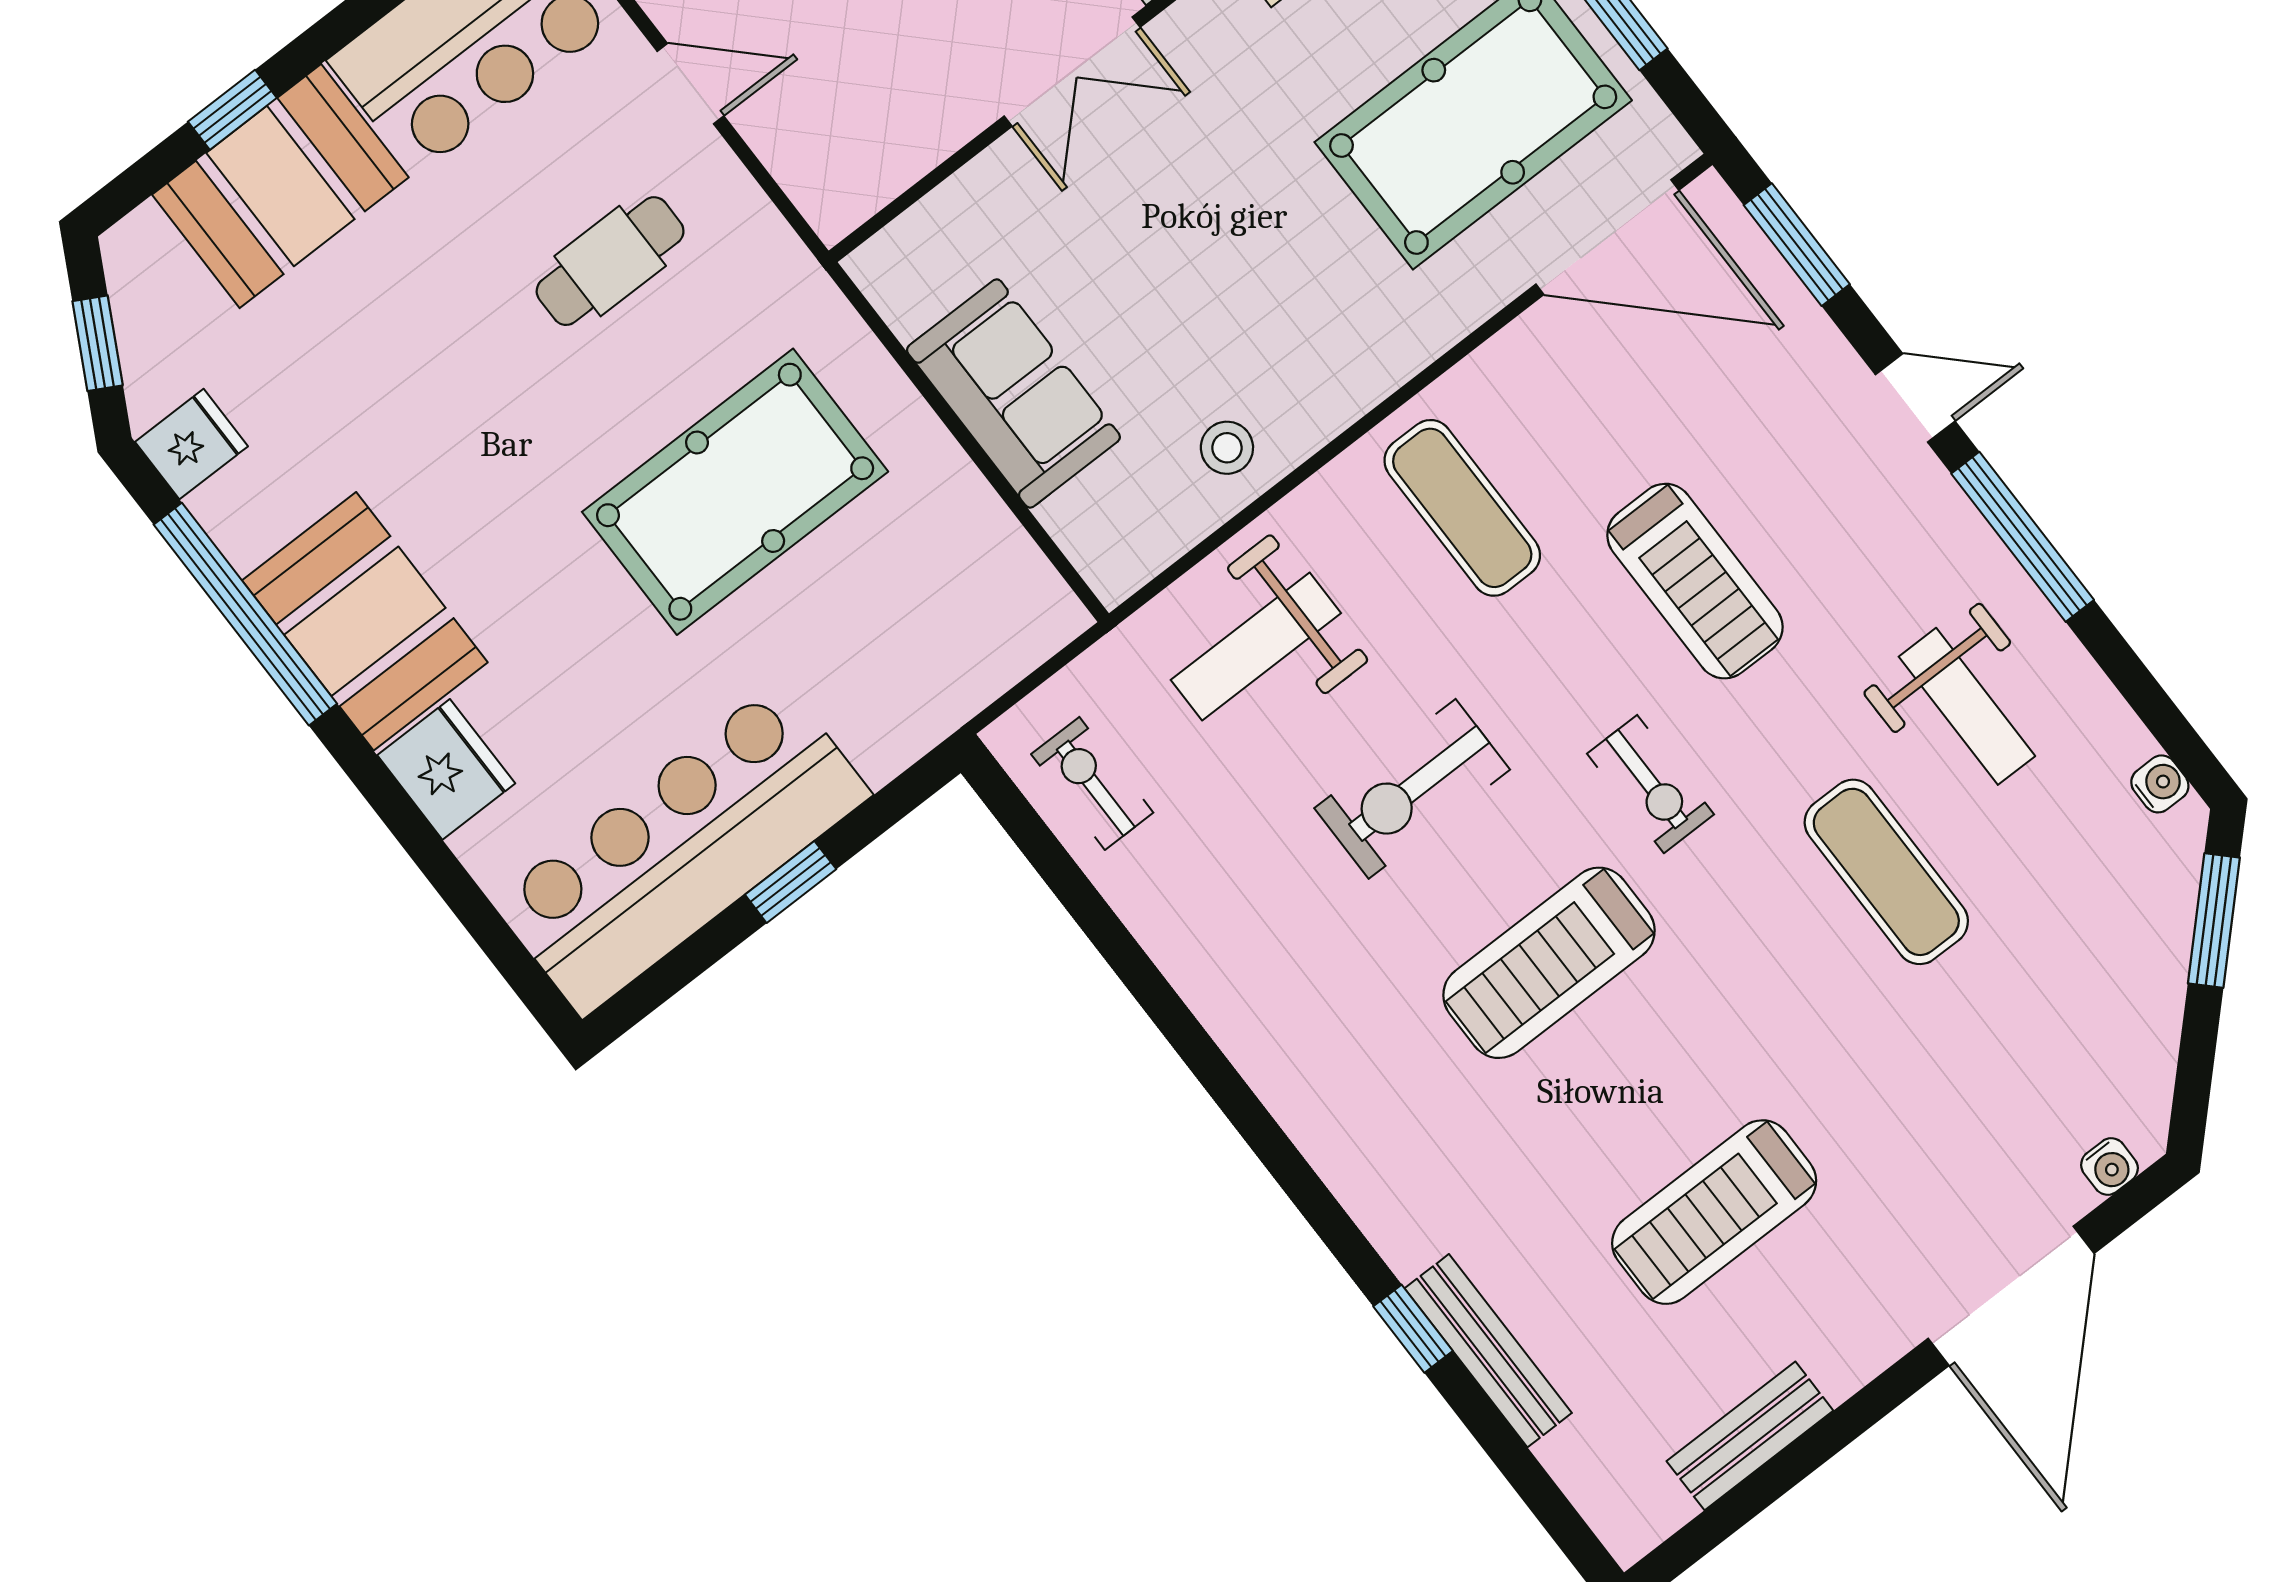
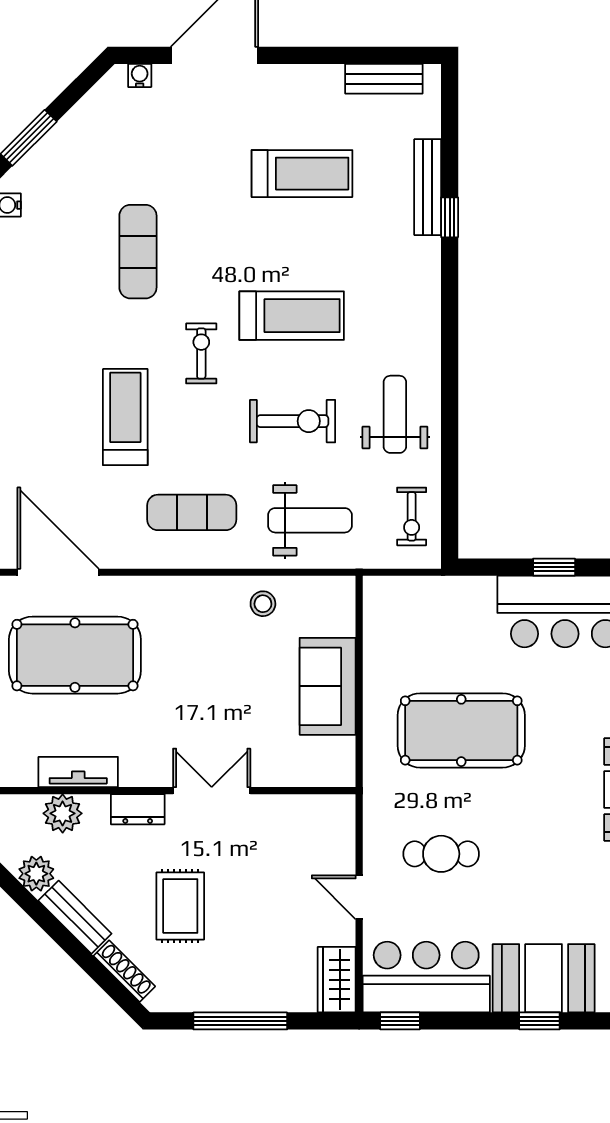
exercise mat: (1462, 508) -> (192, 512), turned 90
weight bench: (1967, 706) -> (395, 414), moved
bench: (1750, 1436) -> (384, 79), moved

